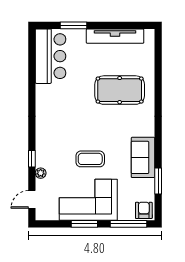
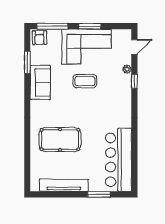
bar counter: (51, 56) -> (119, 160), width x1.36

